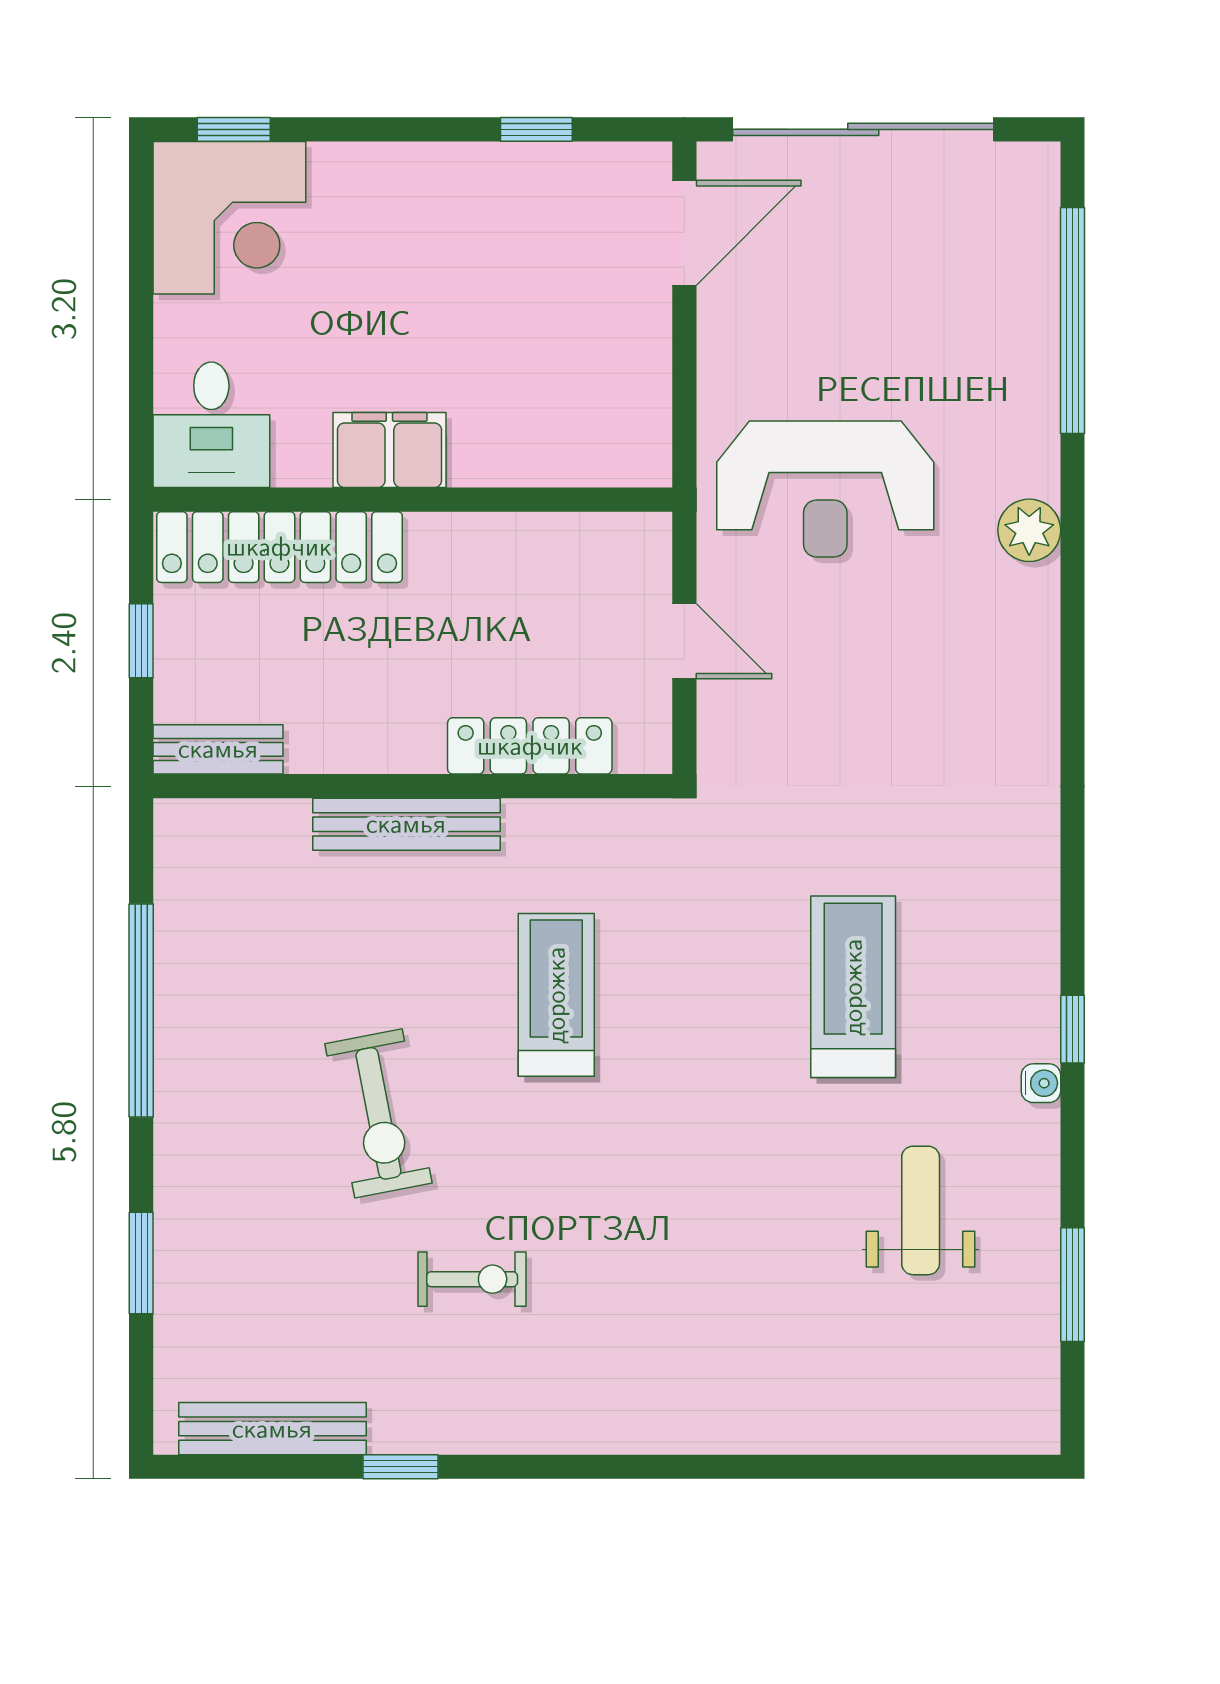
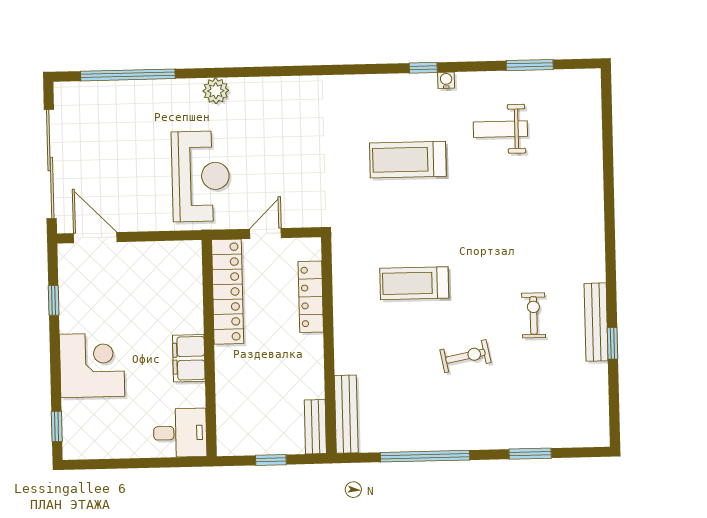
corner desk: (229, 218) -> (92, 365), moved
locker: (279, 547) -> (228, 292), moved
bench: (406, 824) -> (346, 414), moved
exercise bike: (378, 1113) -> (465, 356), width x0.73, depth x0.72
bench: (272, 1429) -> (596, 322), moved

